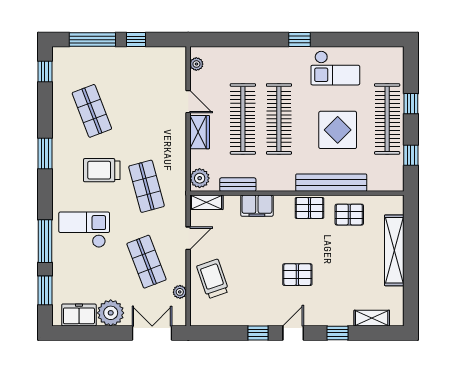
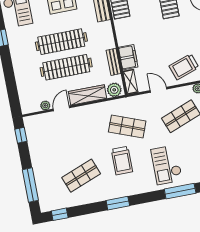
window: (136, 40) -> (21, 135), moved
plant: (196, 64) -> (45, 105), moved
wardrobe: (200, 132) -> (88, 95), width x1.50
shop shelf: (146, 186) -> (127, 127), turned 36
filing cabinet: (257, 206) -> (128, 57), moved

